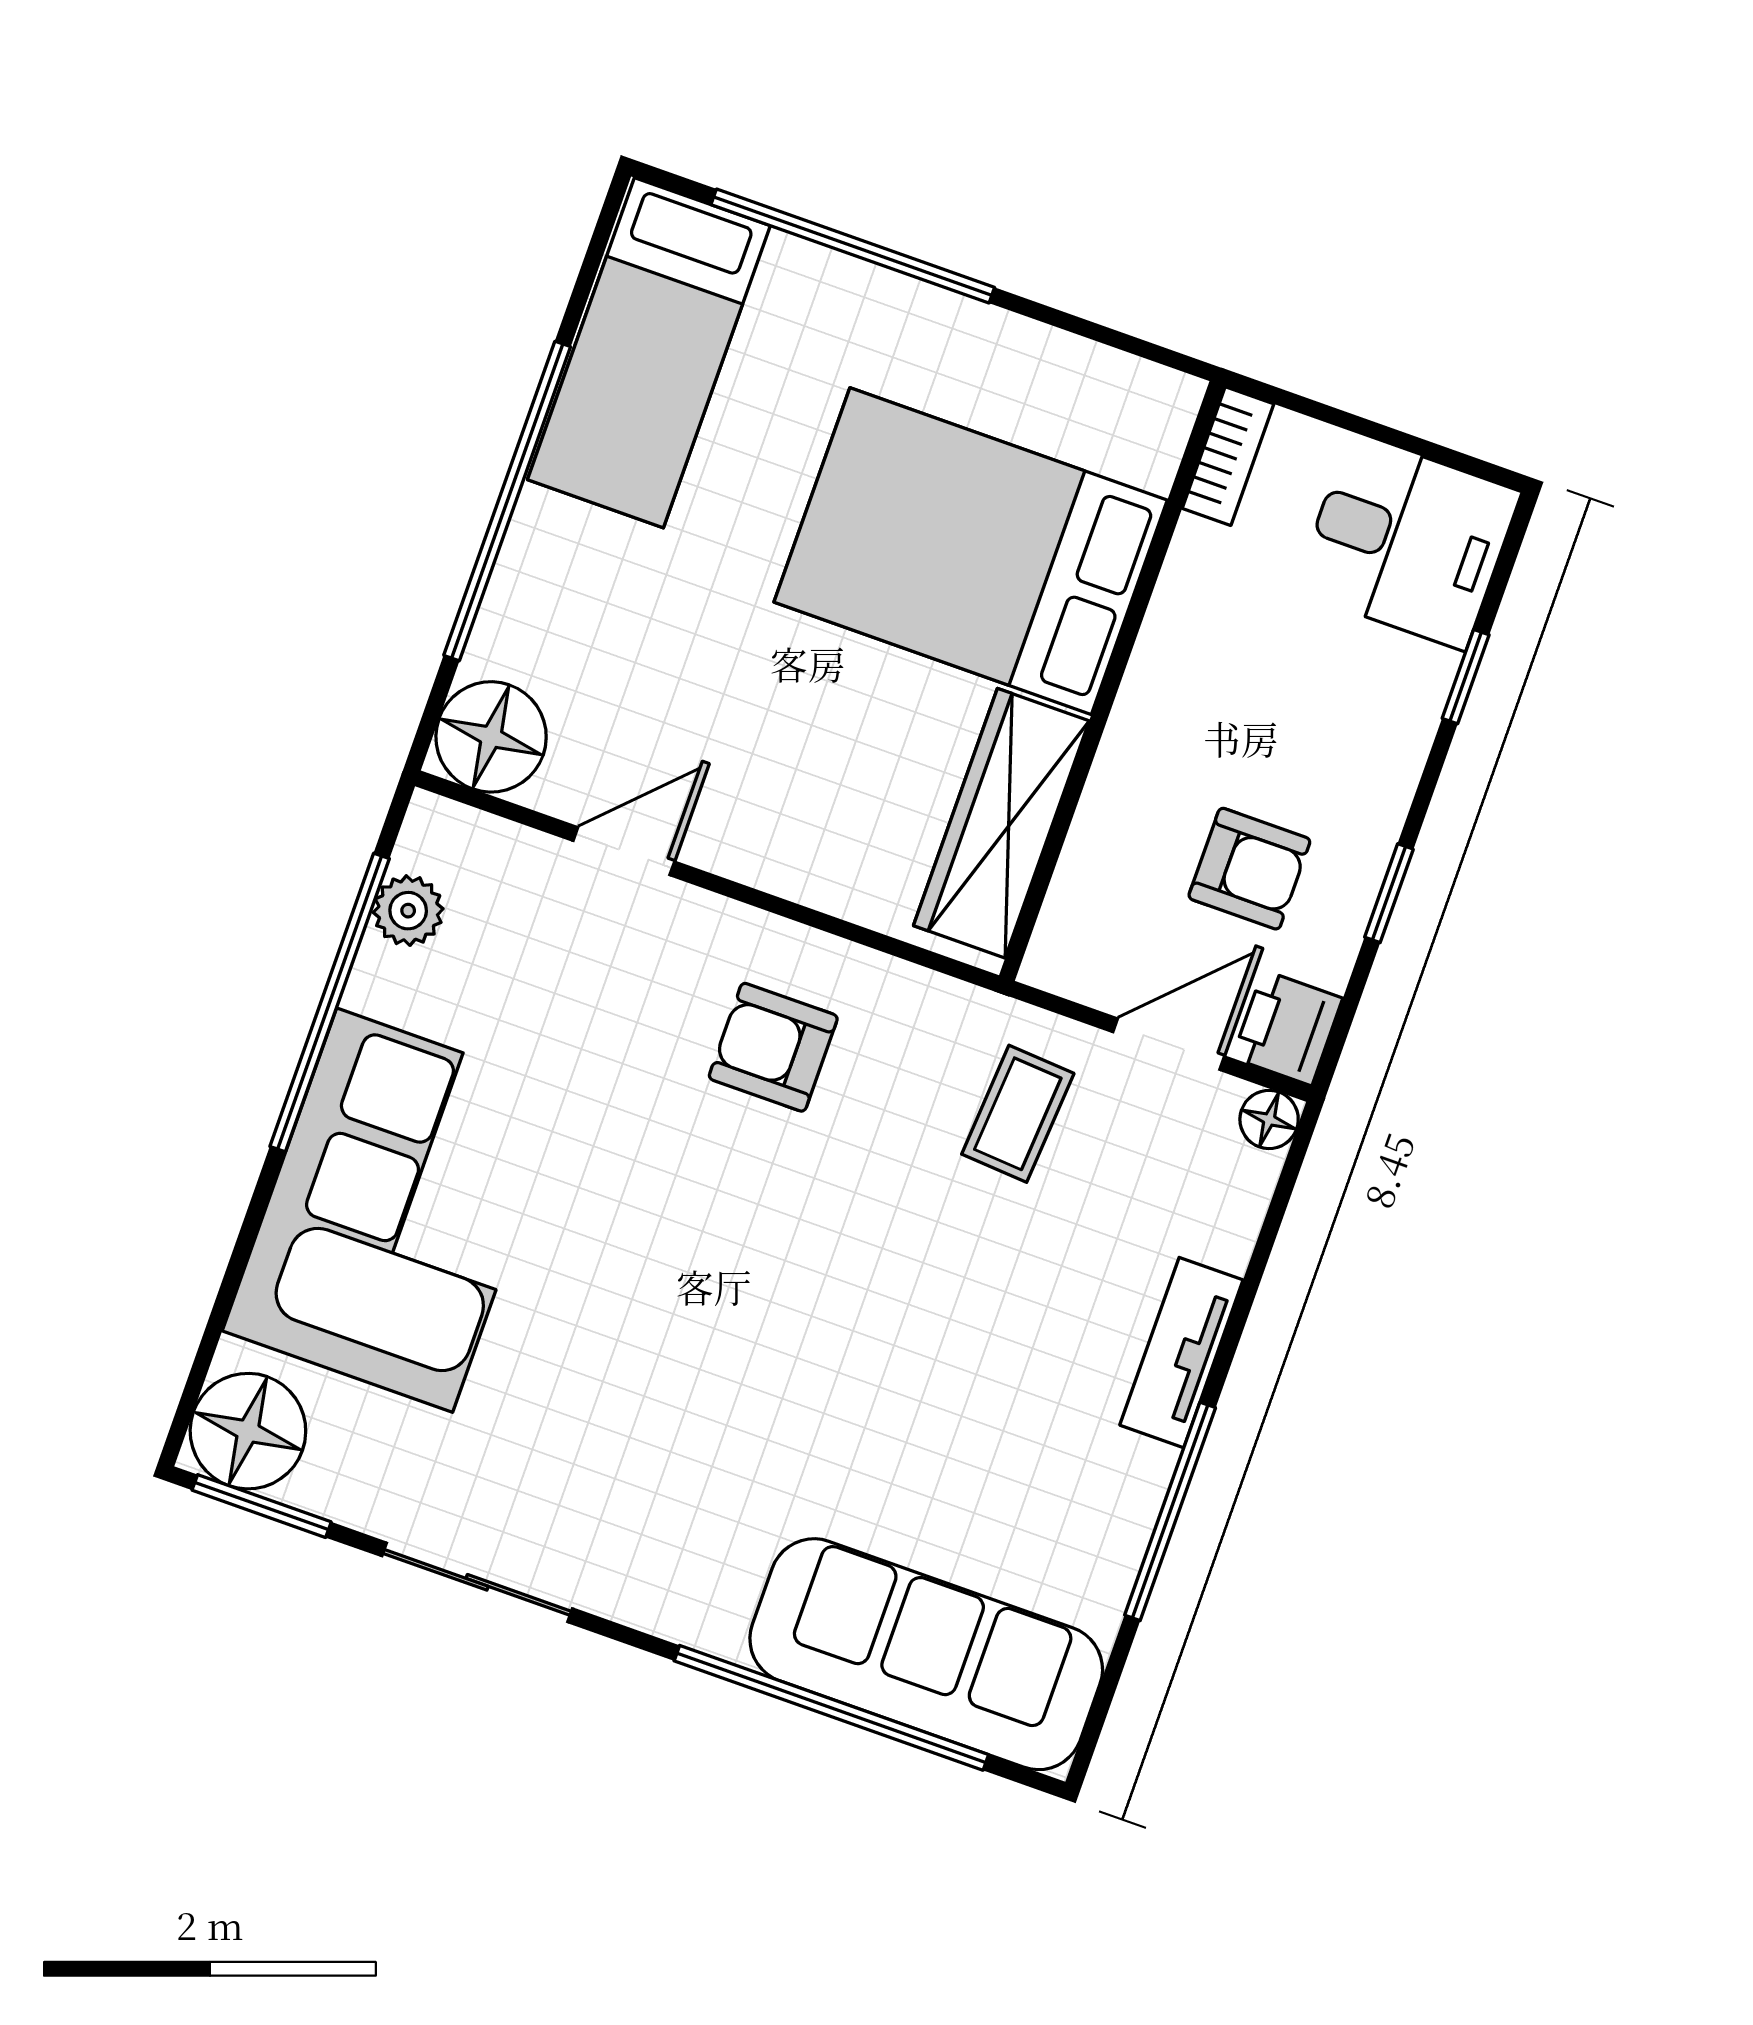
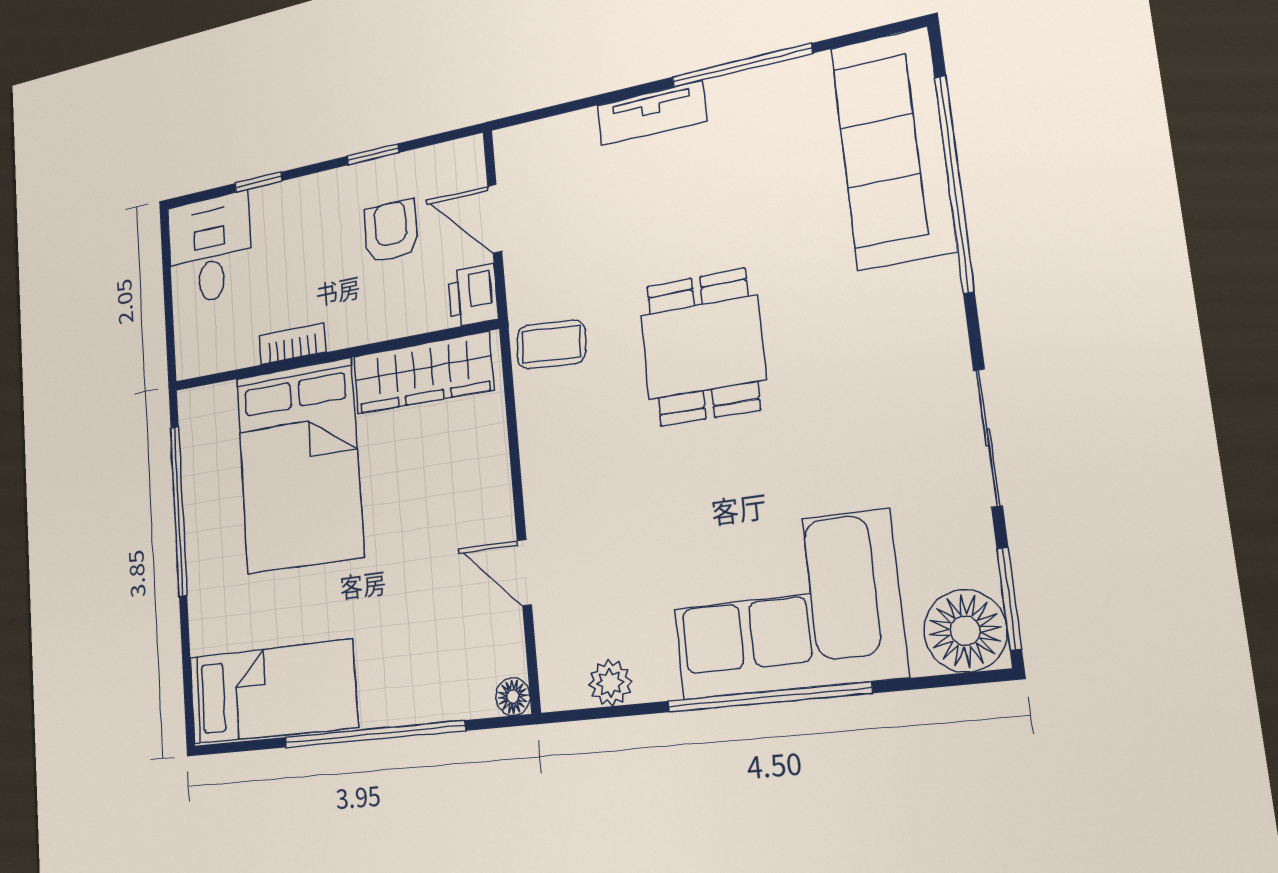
window: (853, 246) -> (179, 511), moved
bookcase: (1228, 456) -> (292, 344), moved
floor lamp: (491, 737) -> (513, 696), width x0.53, depth x0.53
window: (330, 1002) -> (768, 697), moved
printer: (1287, 1028) -> (473, 295), moved, turned 90
armchair: (773, 1047) -> (591, 431), removed
coffee table: (1018, 1114) -> (551, 344), moved
floor lamp: (1269, 1119) -> (509, 144), removed
dining table: (803, 1265) -> (703, 347), added

